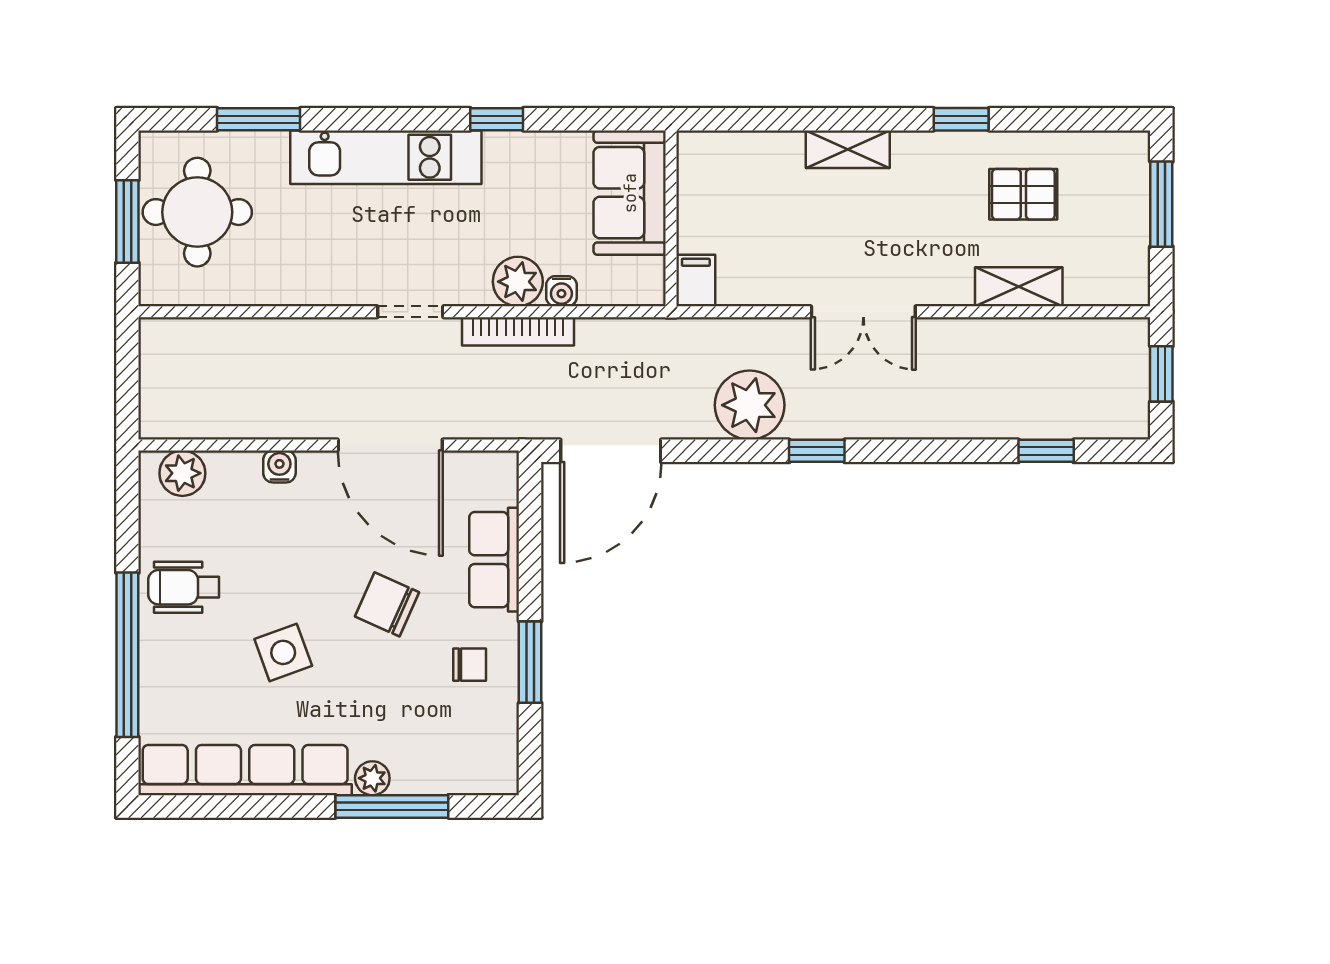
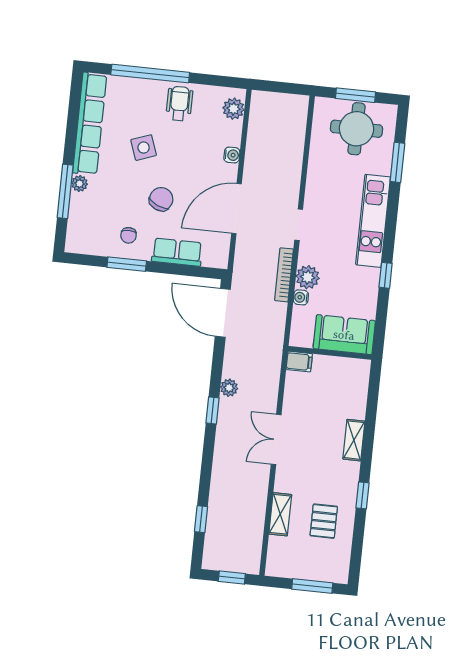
plant: (750, 405) -> (229, 388), width x0.53, depth x0.53

